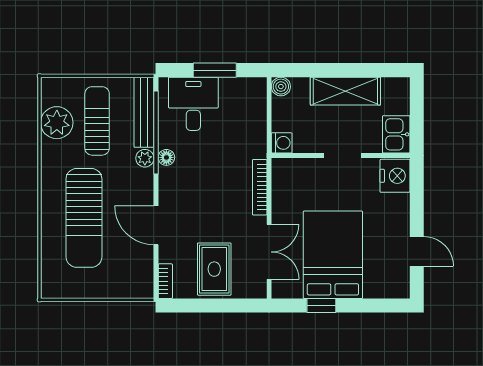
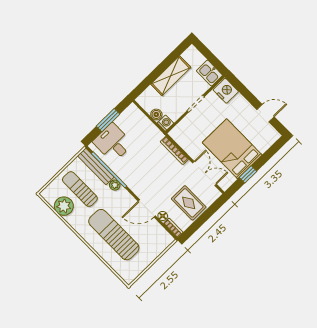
boiler: (281, 87) -> (156, 114), moved
floor lamp: (166, 157) -> (163, 216), moved
sun lounger: (84, 218) -> (114, 235), turned 180

